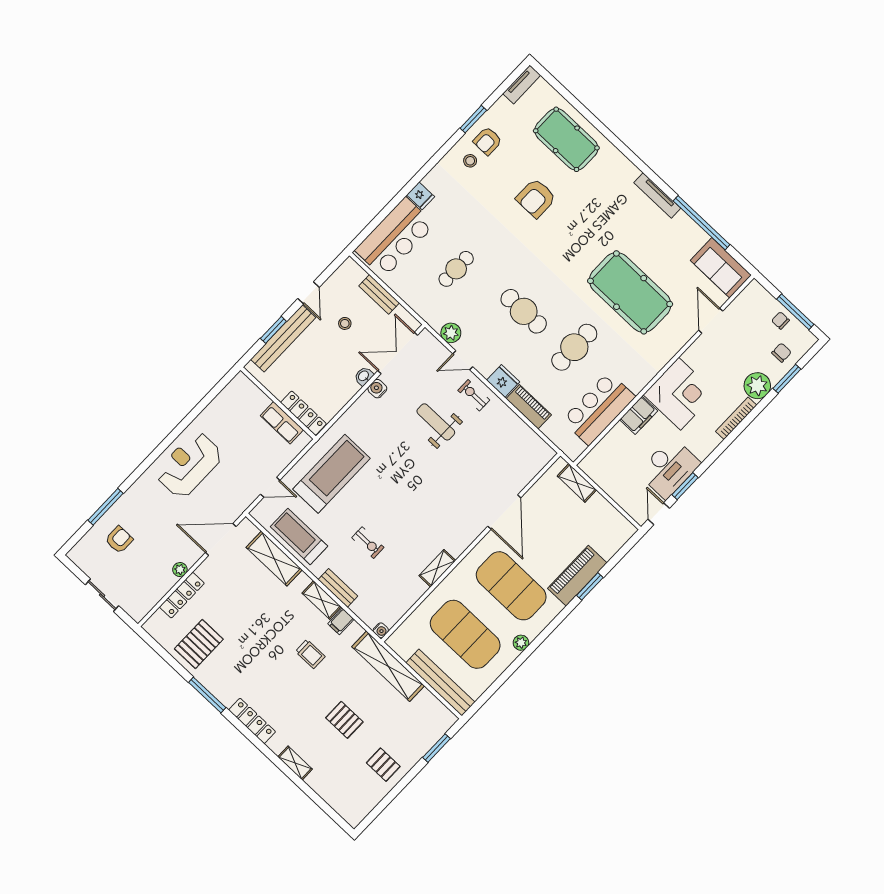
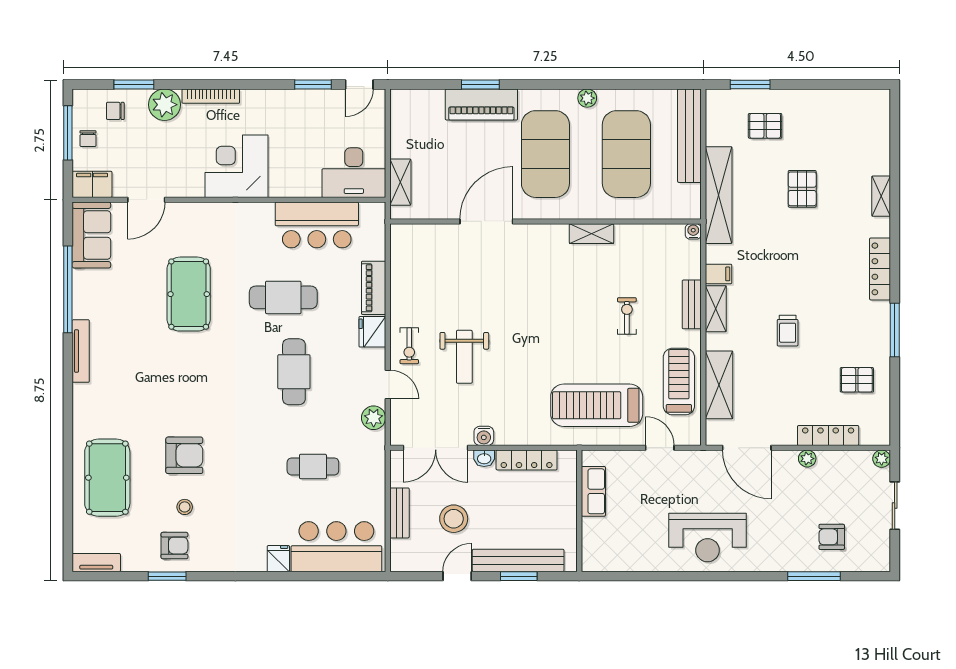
stool: (470, 161) -> (185, 507), moved
pool table: (630, 292) -> (189, 294), width x0.73, depth x0.76
stool: (345, 323) -> (454, 519), width x1.89, depth x1.89
locker: (303, 413) -> (527, 460), moved, turned -90
filing cabinet: (639, 415) -> (92, 184), moved
desk: (669, 468) -> (354, 173), moved, turned 180
treadmill: (299, 536) -> (679, 382), turned 180
plant: (138, 614) -> (882, 459), added
pallet: (199, 644) -> (857, 380), width x0.67, depth x0.71
trolley: (310, 654) -> (788, 331), moved, turned 180
pallet: (383, 765) -> (765, 126), moved, turned 90

